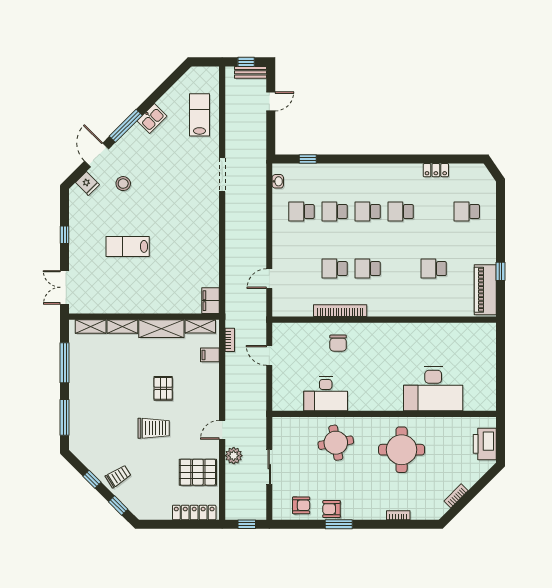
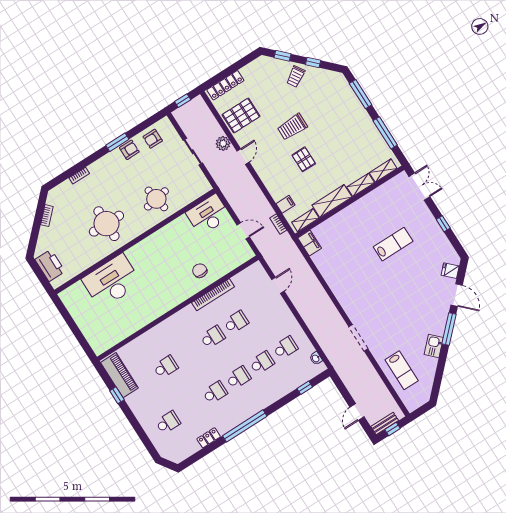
window: (392, 159) -> (245, 426), added
stool: (123, 184) -> (425, 287), removed
desk: (326, 394) -> (208, 215), moved

